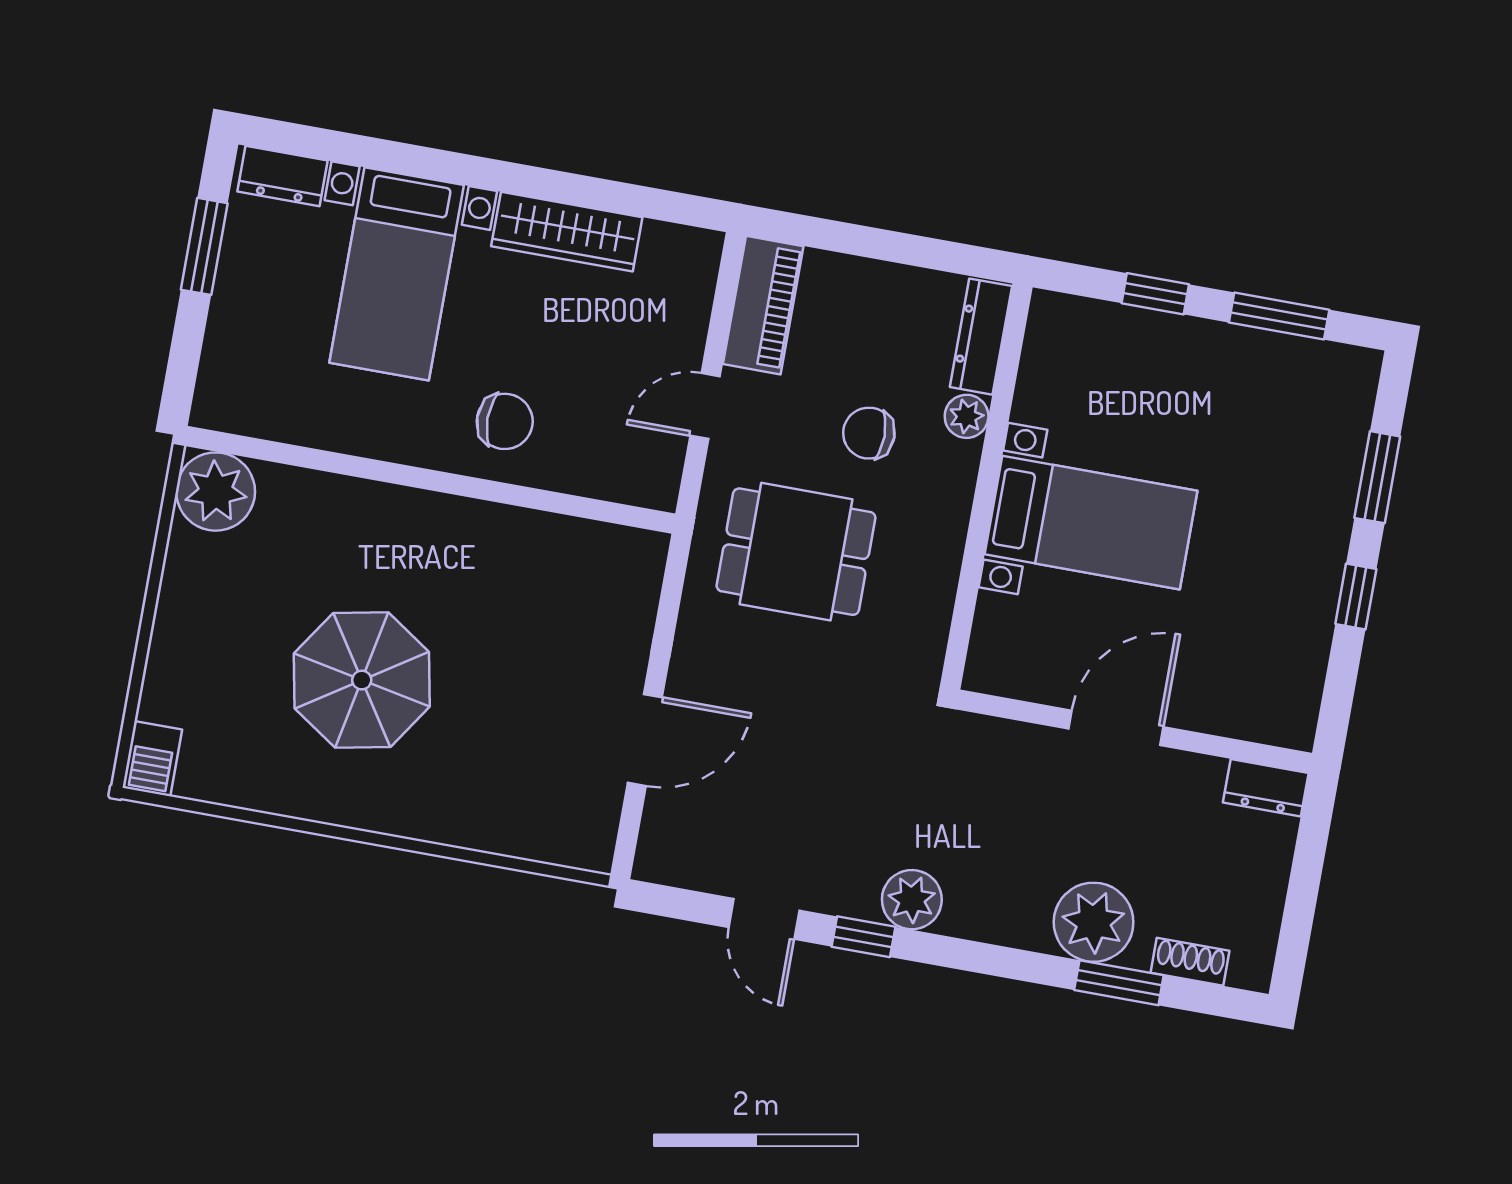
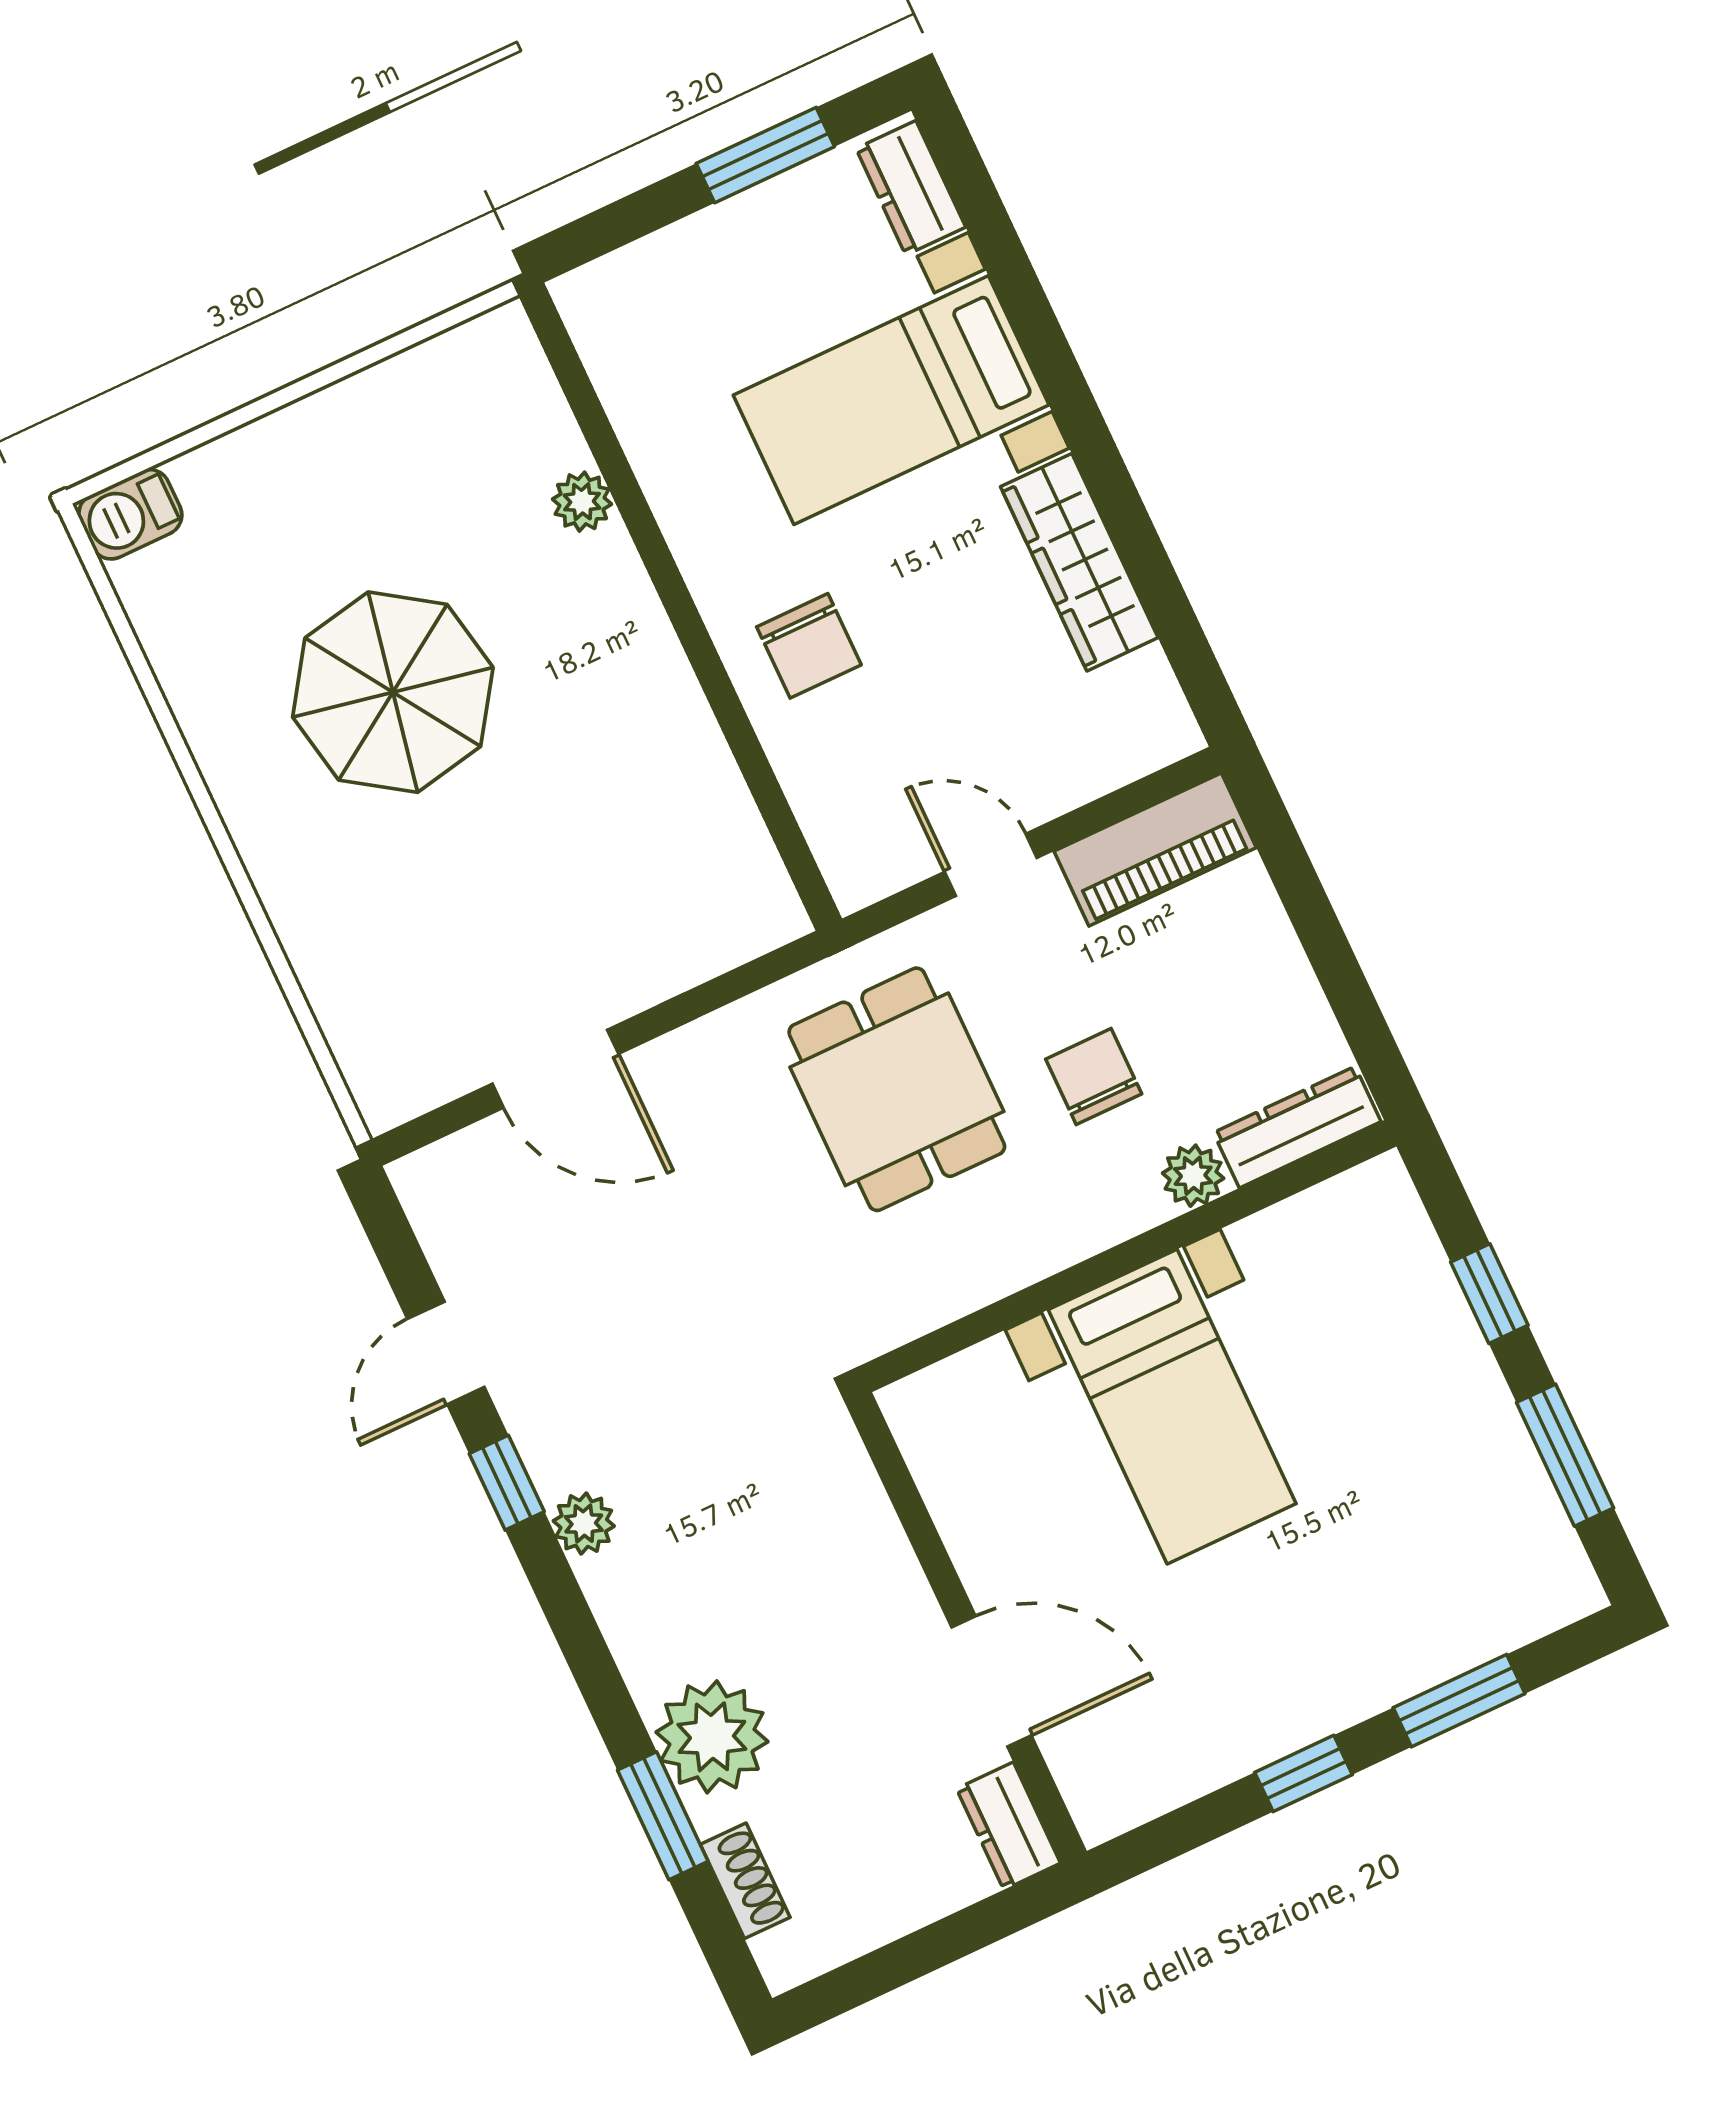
plant: (216, 492) -> (582, 502), moved, width x0.53, depth x0.53
door: (1116, 728) -> (992, 1681), moved
plant: (912, 900) -> (584, 1523), width x0.73, depth x0.73

